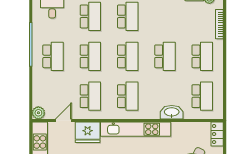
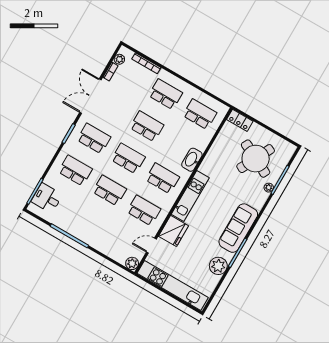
school desk: (53, 56) -> (91, 223), removed
washbasin: (172, 112) -> (192, 160), moved
door: (64, 121) -> (151, 246), hinge flipped
kitchen unit: (136, 129) -> (190, 196), width x0.73

